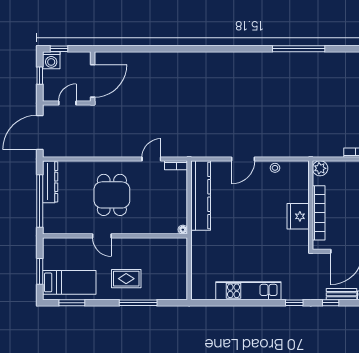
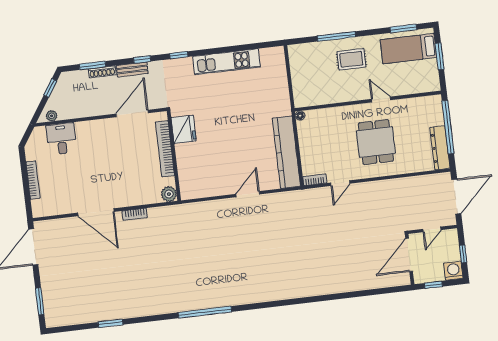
window: (59, 49) -> (433, 285), moved
stool: (275, 168) -> (215, 189), removed
fridge: (298, 216) -> (184, 129), moved

